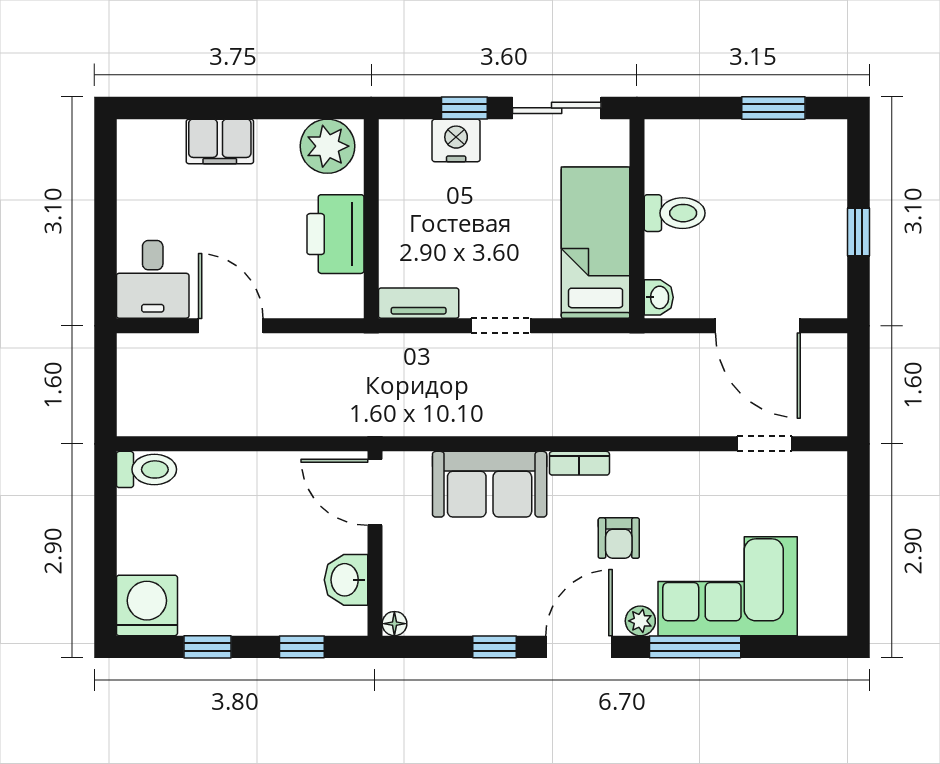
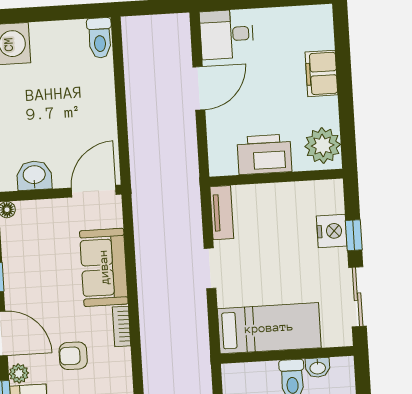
washbasin: (659, 297) -> (318, 368), moved

